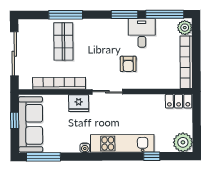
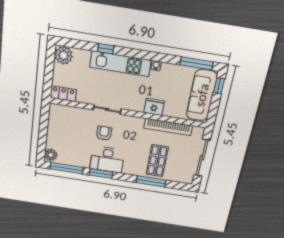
desk: (142, 33) -> (107, 160), moved, width x1.37
bookcase: (186, 62) -> (53, 126), removed
sliding door: (107, 92) -> (107, 109), moved
window: (15, 120) -> (219, 86), moved
window: (152, 156) -> (106, 49), moved

